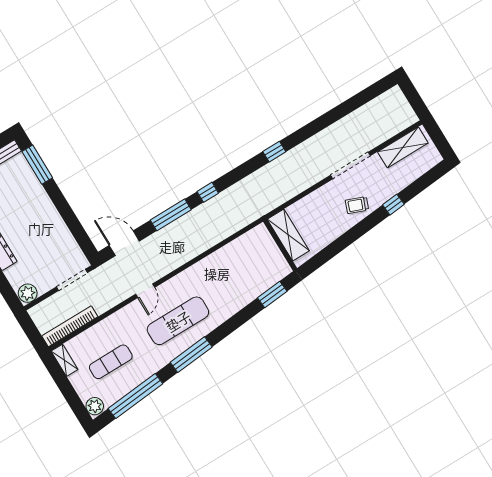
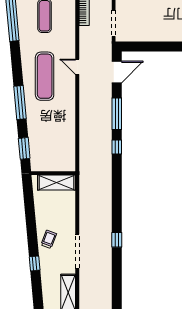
window: (274, 152) -> (117, 240), moved
window: (191, 355) -> (20, 103), moved

